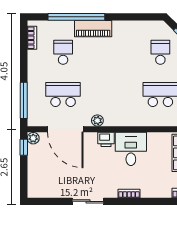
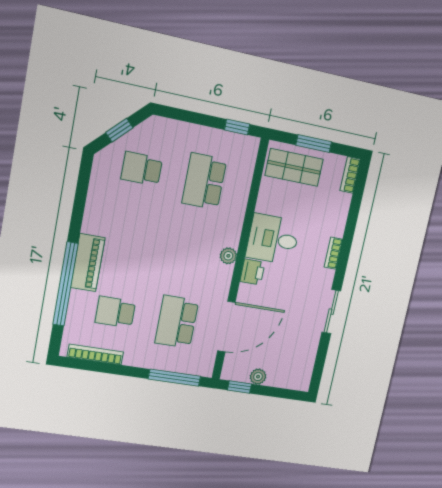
bookcase: (32, 38) -> (95, 354), width x1.56
plant: (97, 121) -> (228, 256), moved
plant: (33, 138) -> (258, 377), moved

